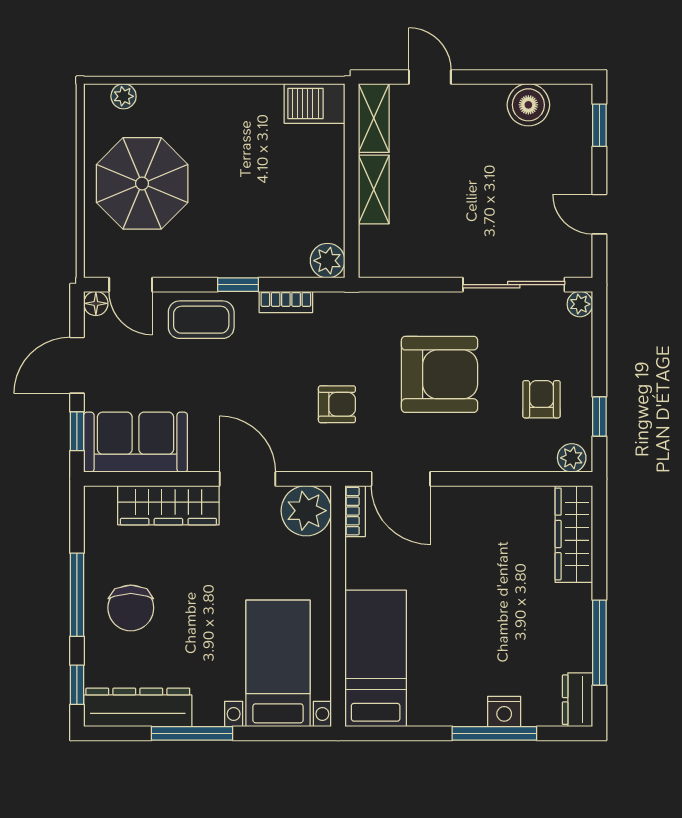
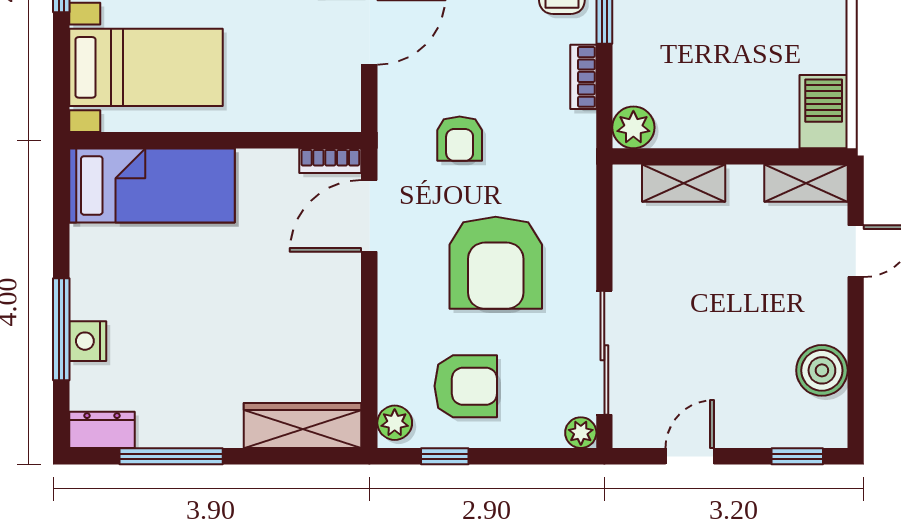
shelving: (374, 189) -> (684, 183), moved
armchair: (541, 399) -> (466, 386), width x1.38, depth x1.38
plant: (306, 511) -> (331, 102), removed

